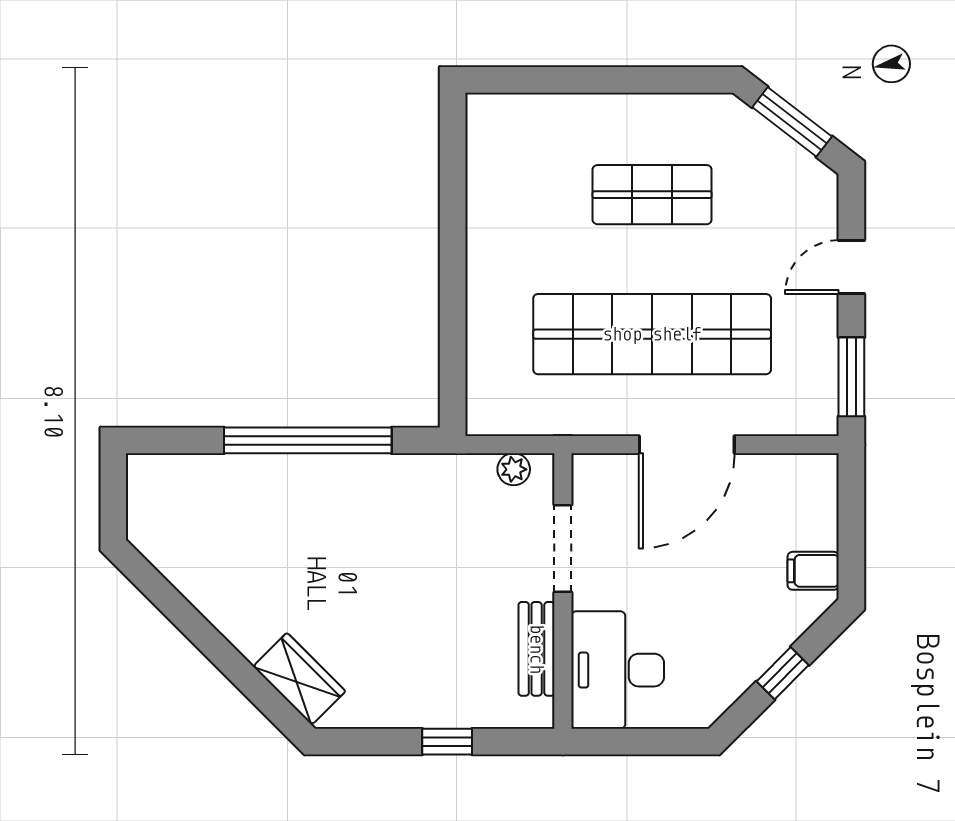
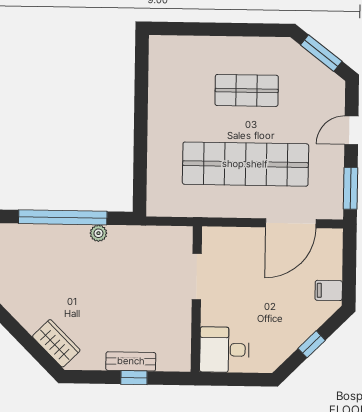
door: (687, 445) -> (291, 223), moved
plant: (514, 469) -> (98, 233), moved
bench: (537, 649) -> (131, 361), moved, turned 90
desk: (618, 670) -> (224, 350), width x0.73

